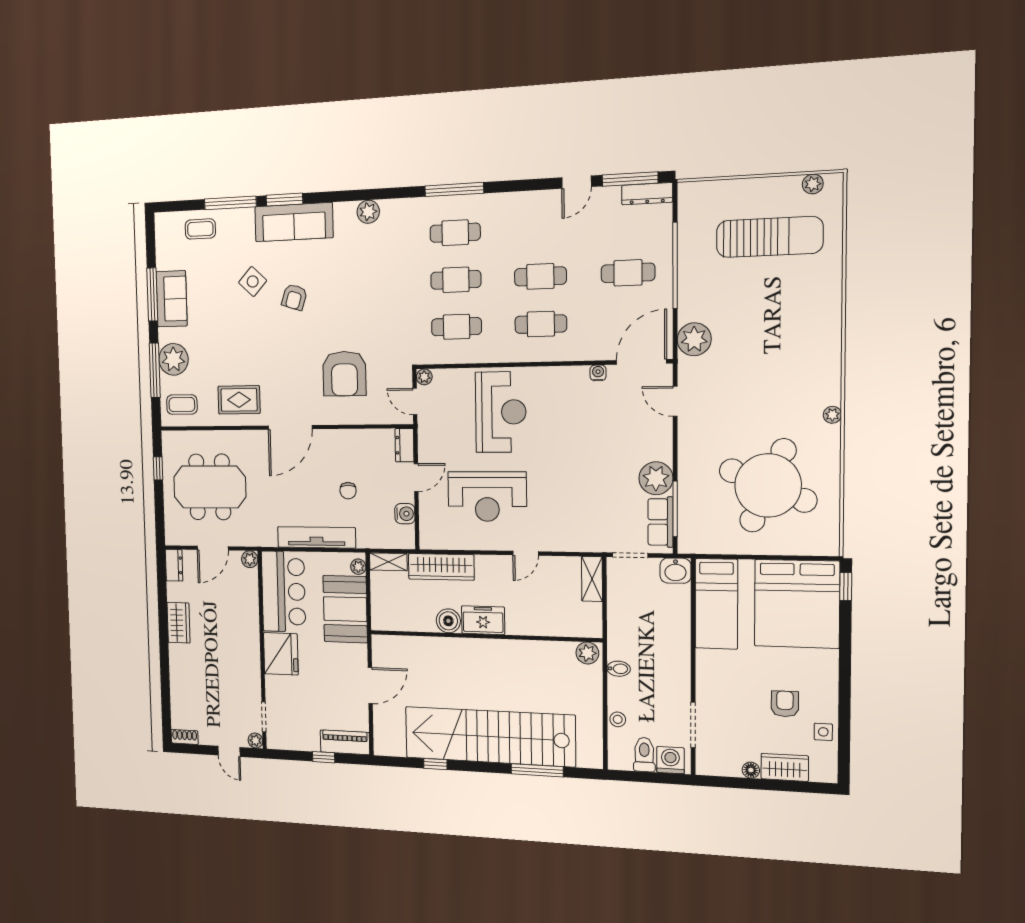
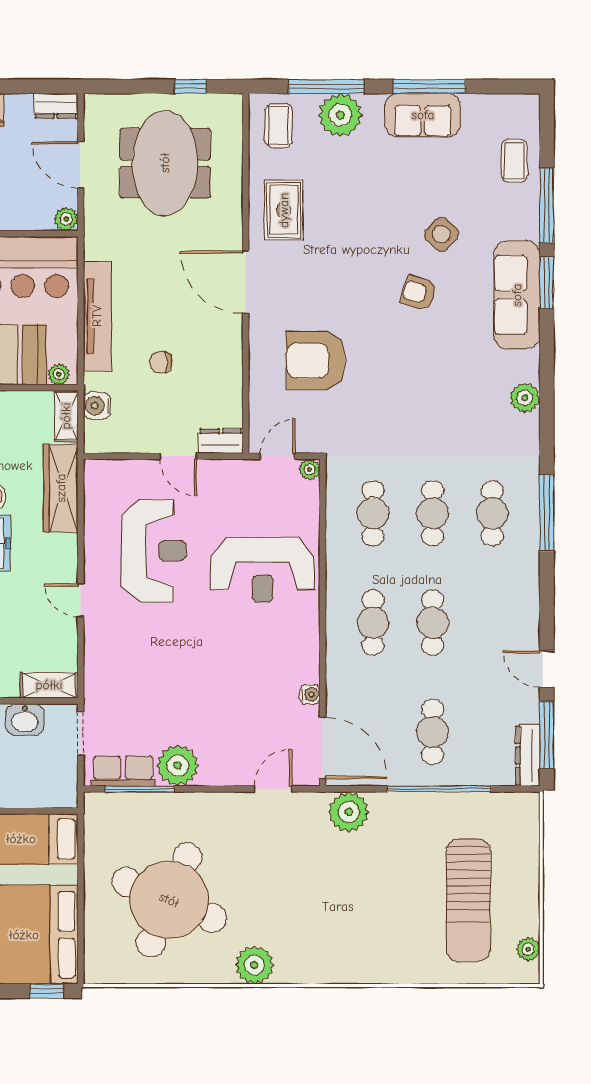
plant: (832, 415) -> (254, 965), width x1.88, depth x1.88
reception desk: (487, 497) -> (154, 551), turned 180
water cooler: (405, 514) -> (97, 406), moved, turned 90
washbasin: (676, 571) -> (25, 720), moved, turned -90

